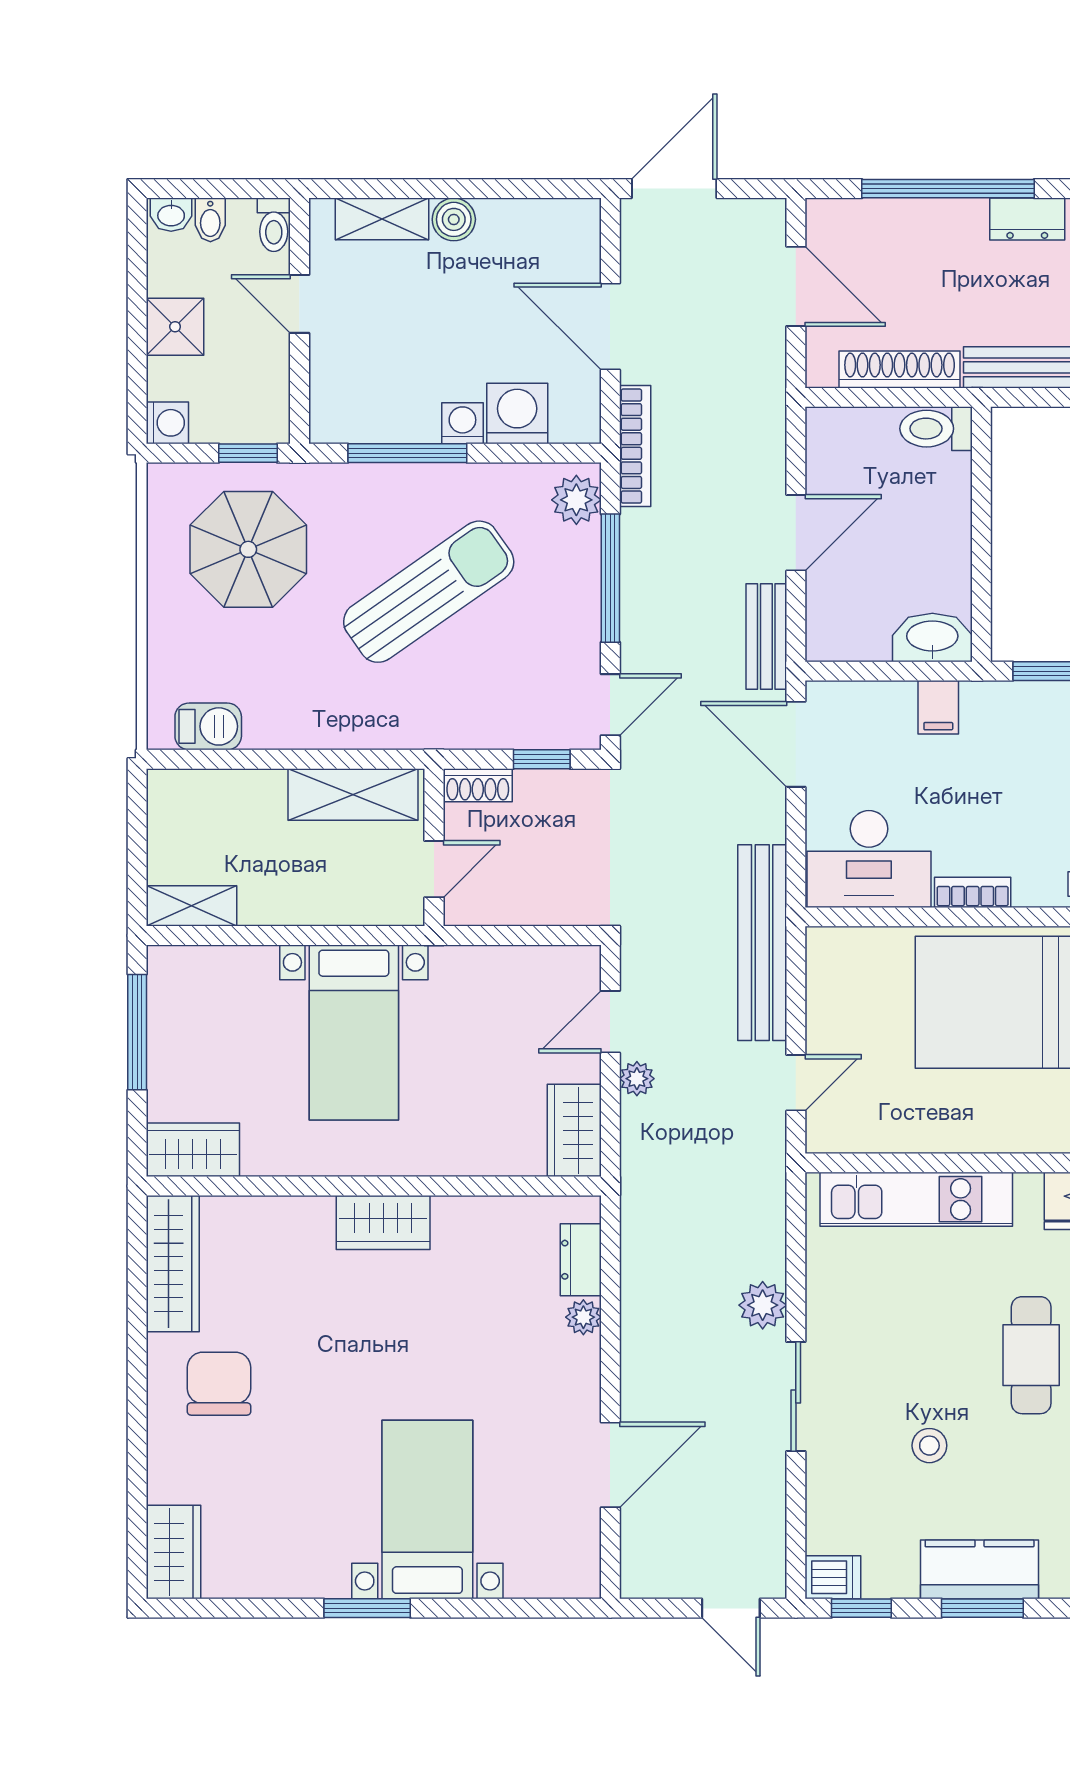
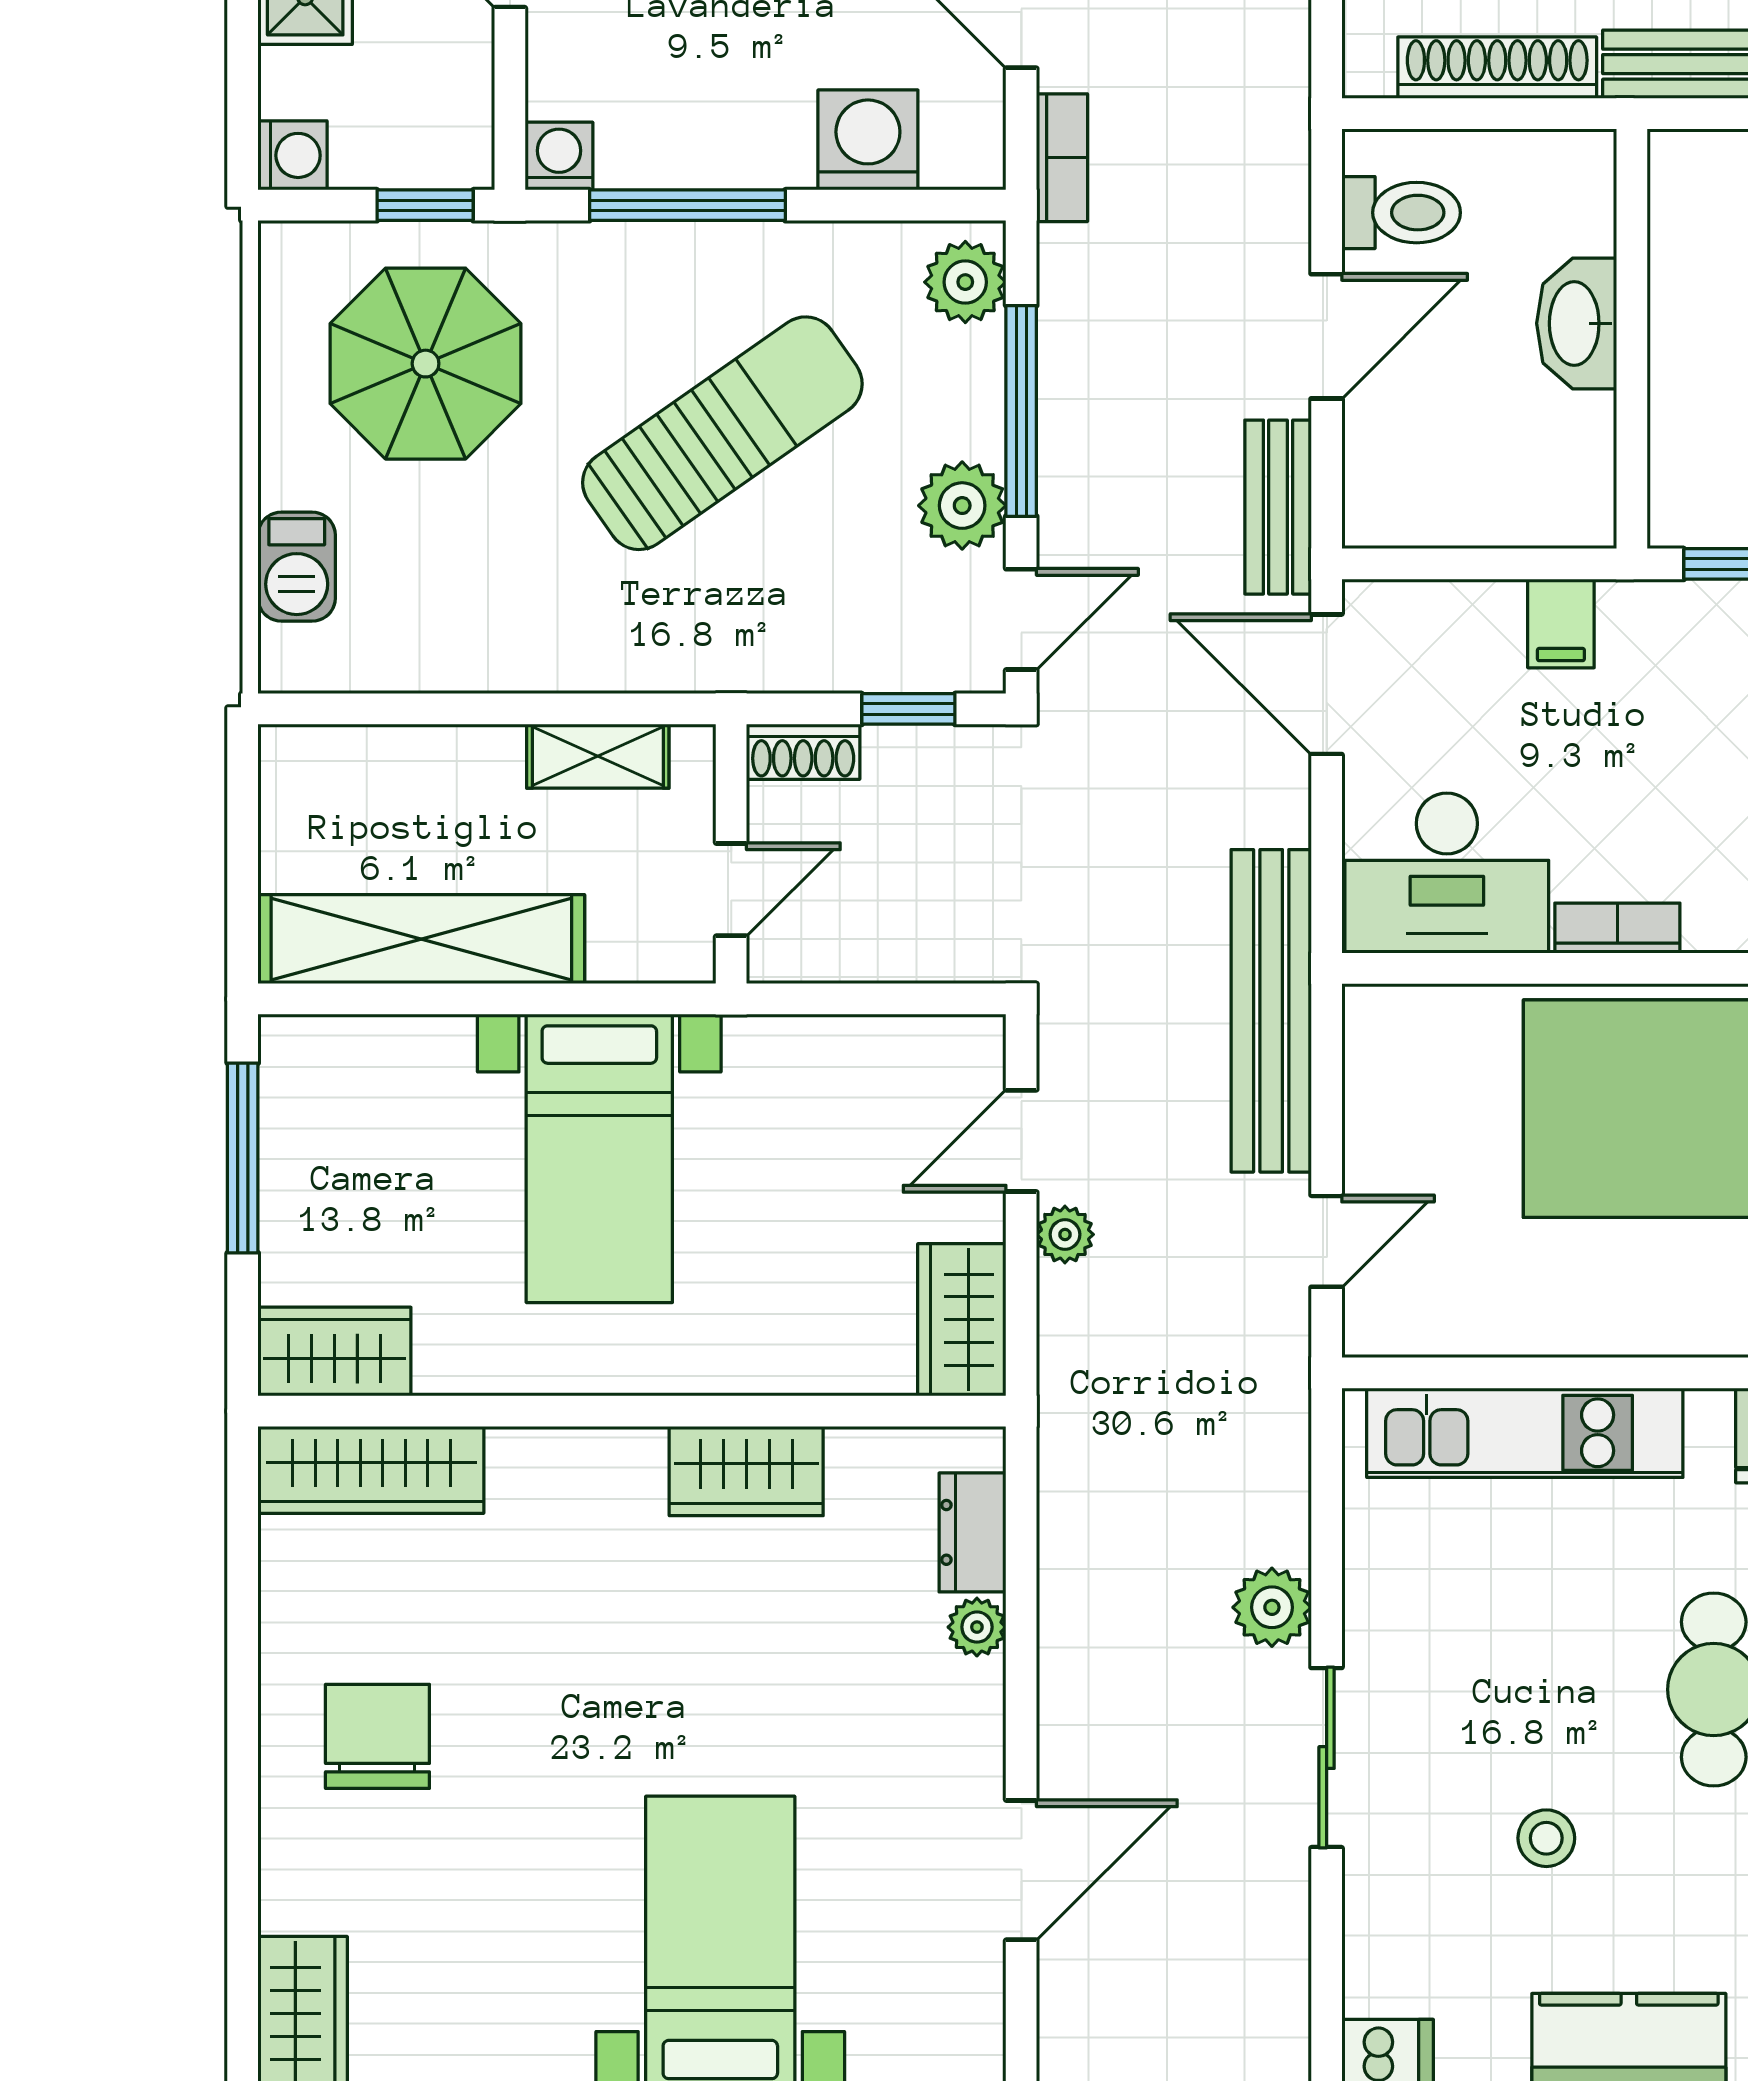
washing machine: (462, 423) -> (559, 156), moved
toilet: (936, 429) -> (1401, 213), moved, turned 180
bookcase: (635, 446) -> (1062, 158), width x0.64
plant: (574, 636) -> (962, 506), added
washbasin: (932, 638) -> (1577, 323), moved, turned -90
barbecue: (208, 726) -> (297, 567), moved, turned 90
shelving: (353, 794) -> (598, 756), width x0.67, depth x0.75
shelving: (192, 906) -> (421, 939), width x2.20, depth x1.33
wardrobe: (383, 1222) -> (746, 1471), moved
wardrobe: (173, 1264) -> (371, 1470), moved, turned 90

